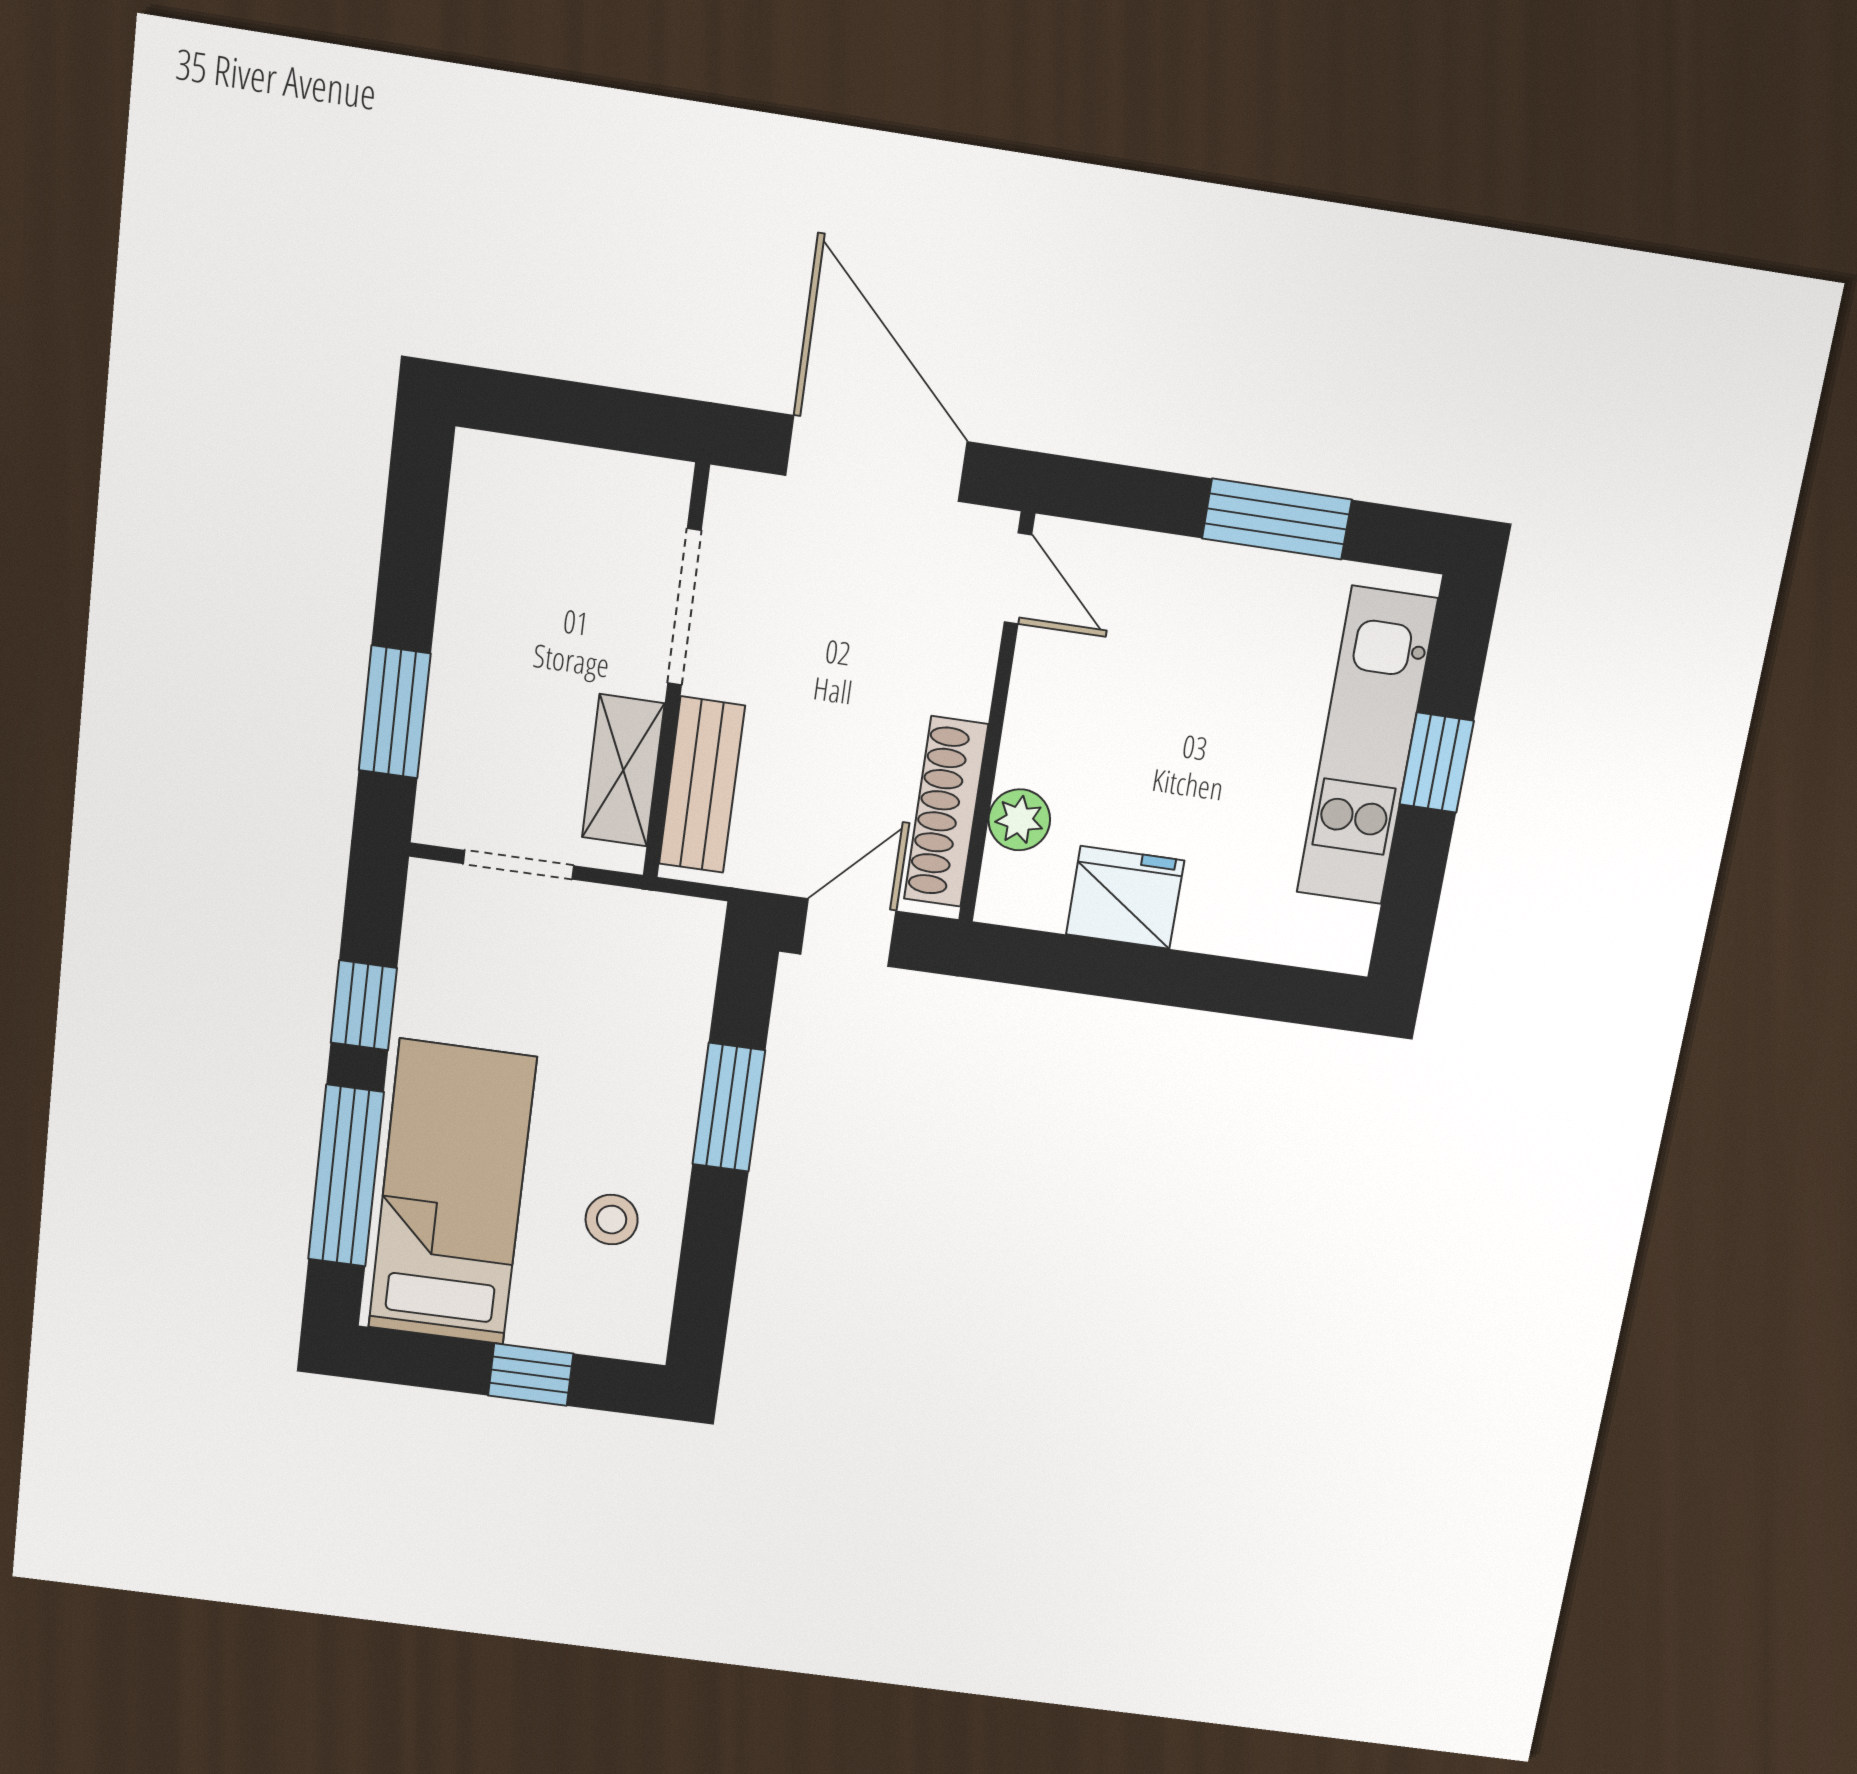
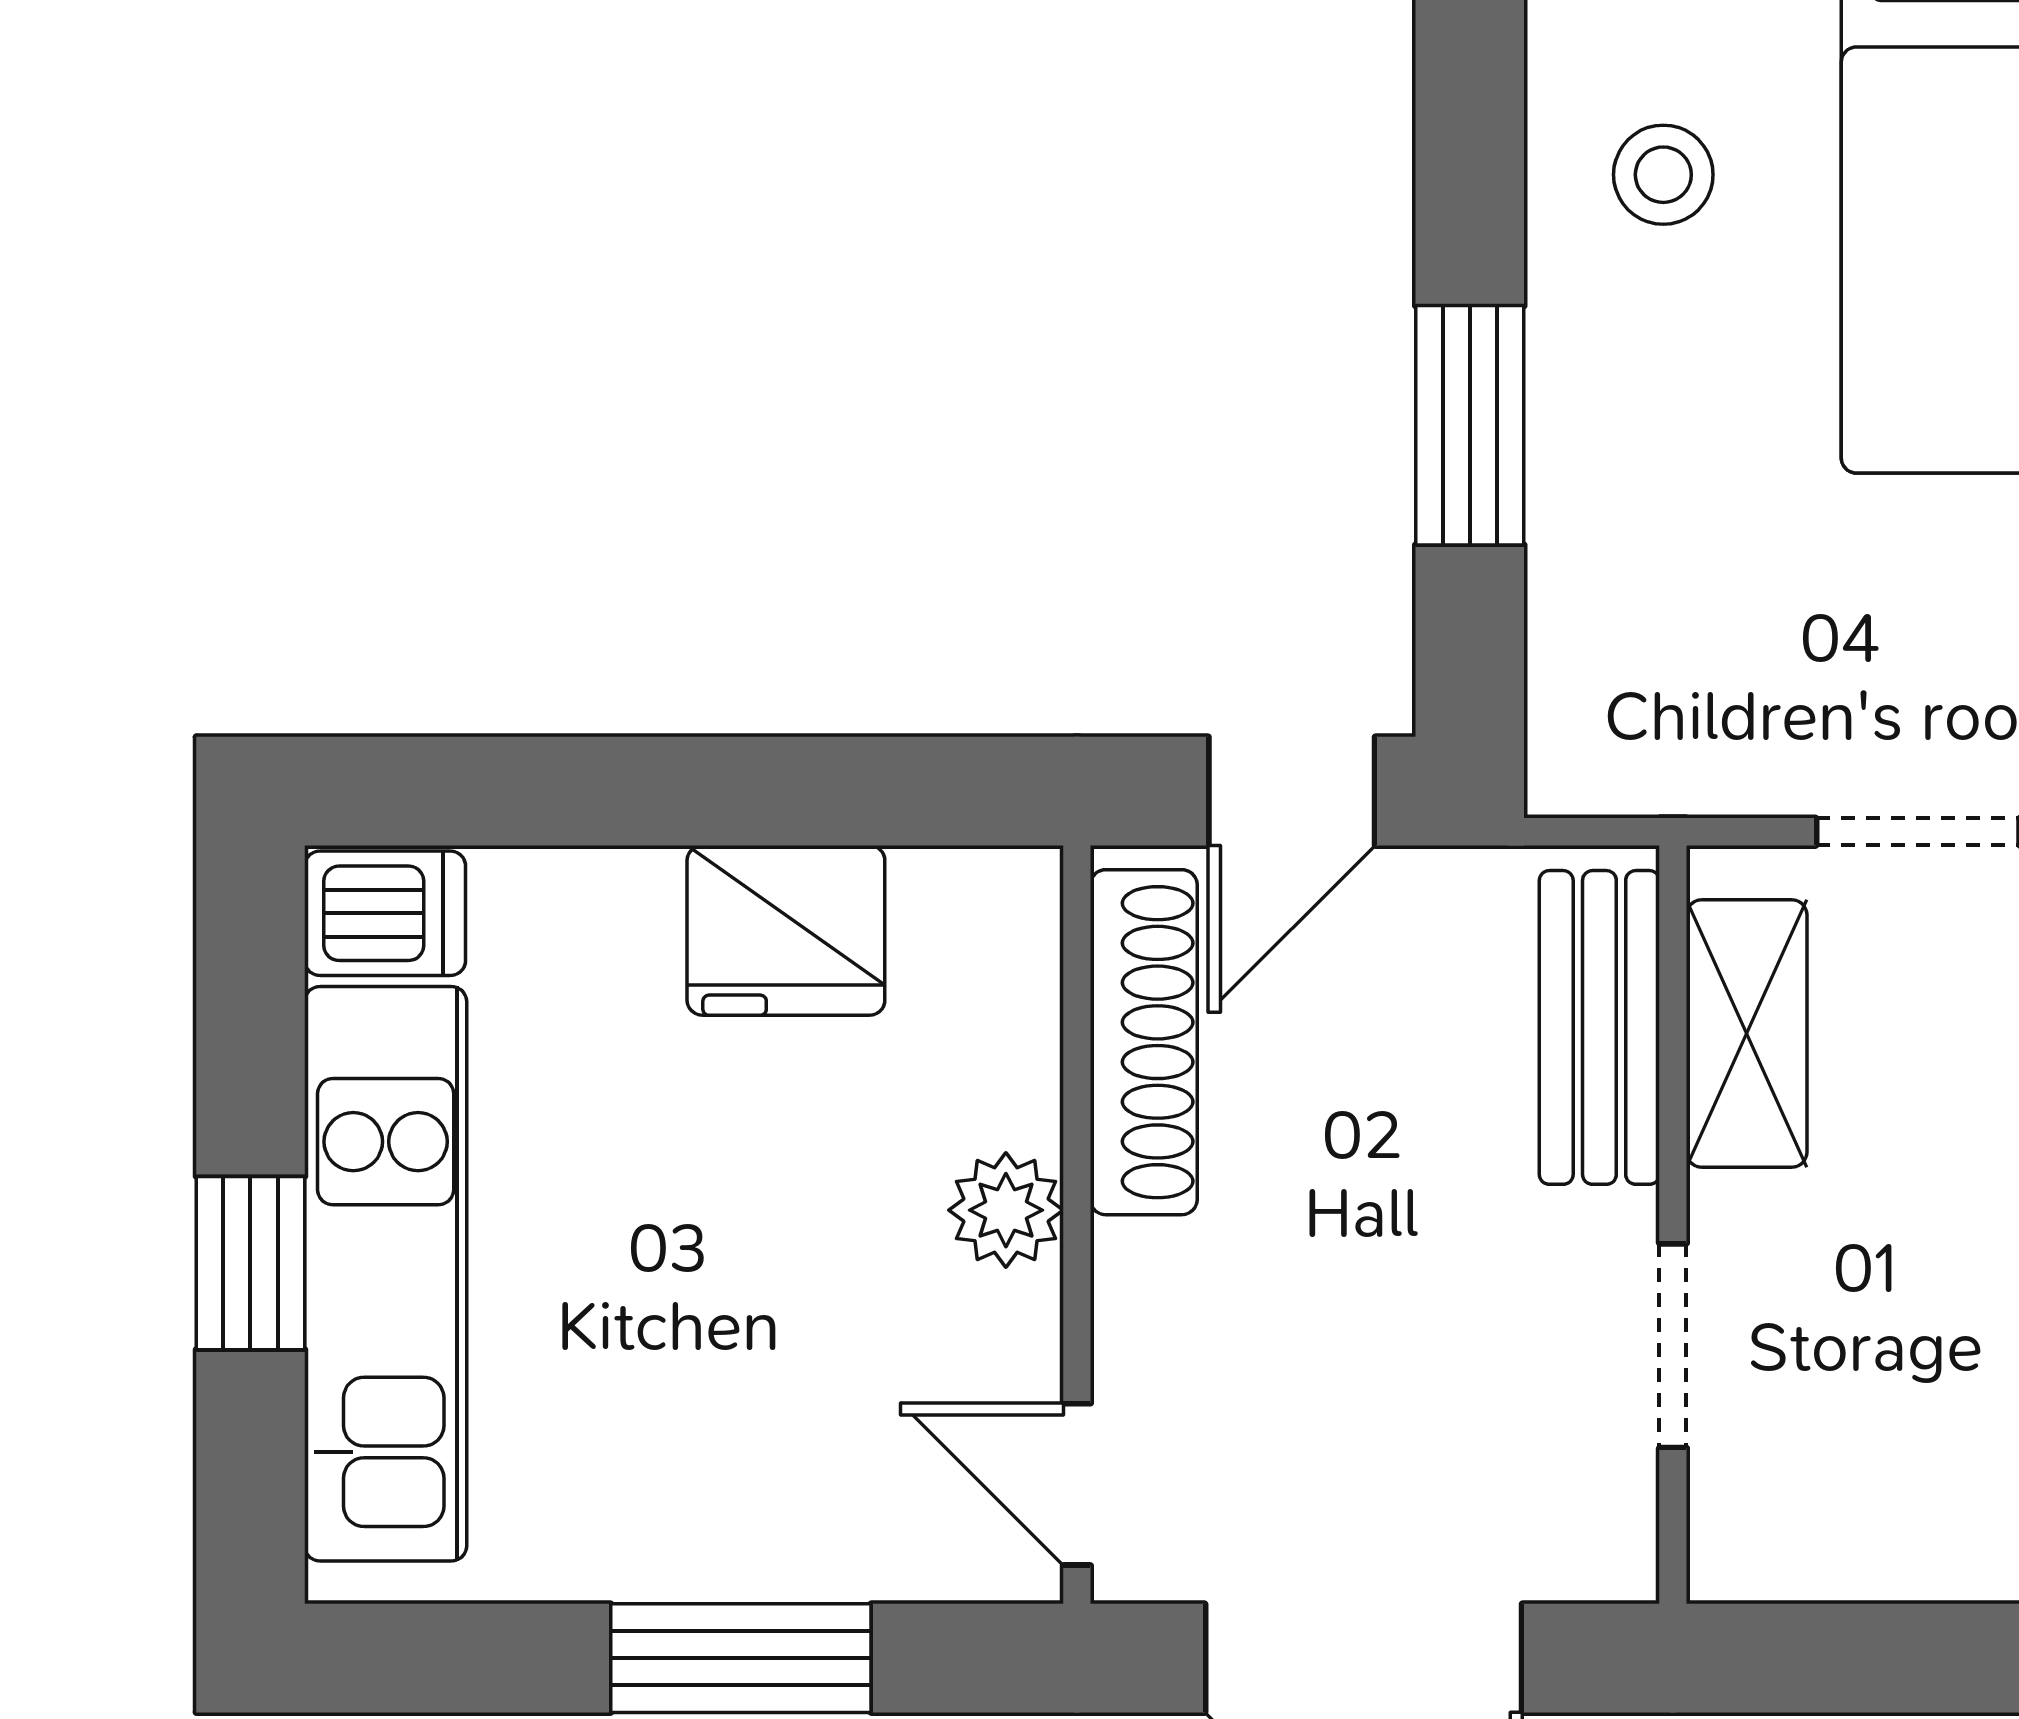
window: (1277, 519) -> (741, 1658), moved
doorway: (684, 607) -> (1673, 1346), width x0.73
plant: (1019, 820) -> (1006, 1210), moved
dishwasher: (1332, 936) -> (385, 913), added

